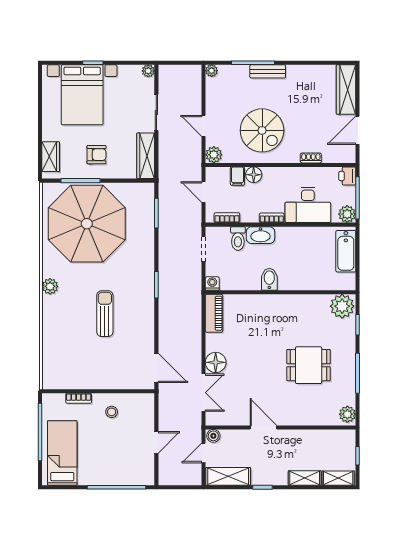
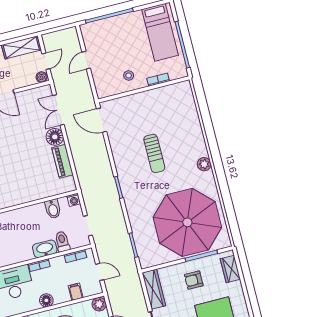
floor lamp: (254, 175) -> (46, 300), moved
bidet: (269, 279) -> (53, 209), moved
piano: (214, 313) -> (62, 161), moved

